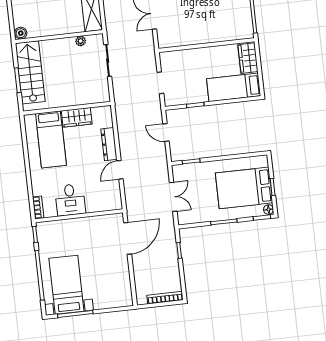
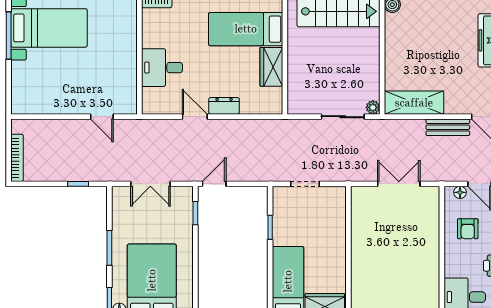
plant: (81, 41) -> (373, 107), moved
door: (166, 132) -> (214, 184), moved
dresser: (109, 144) -> (224, 106), width x0.70
desk: (70, 200) -> (162, 68), moved
door: (128, 238) -> (102, 117), width x0.53

